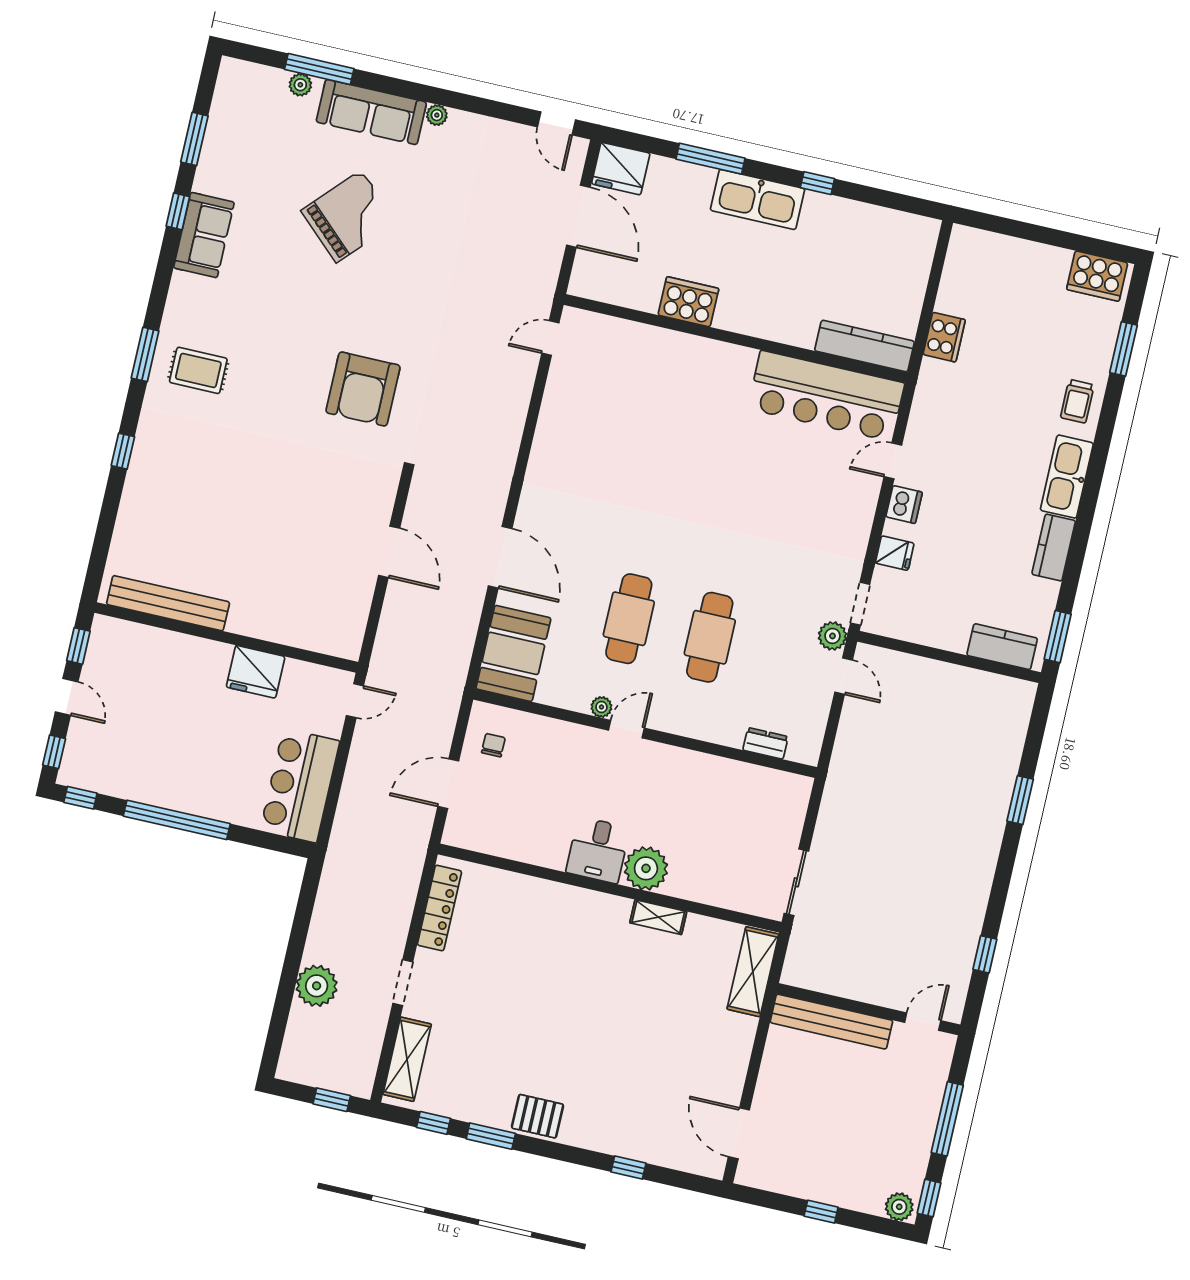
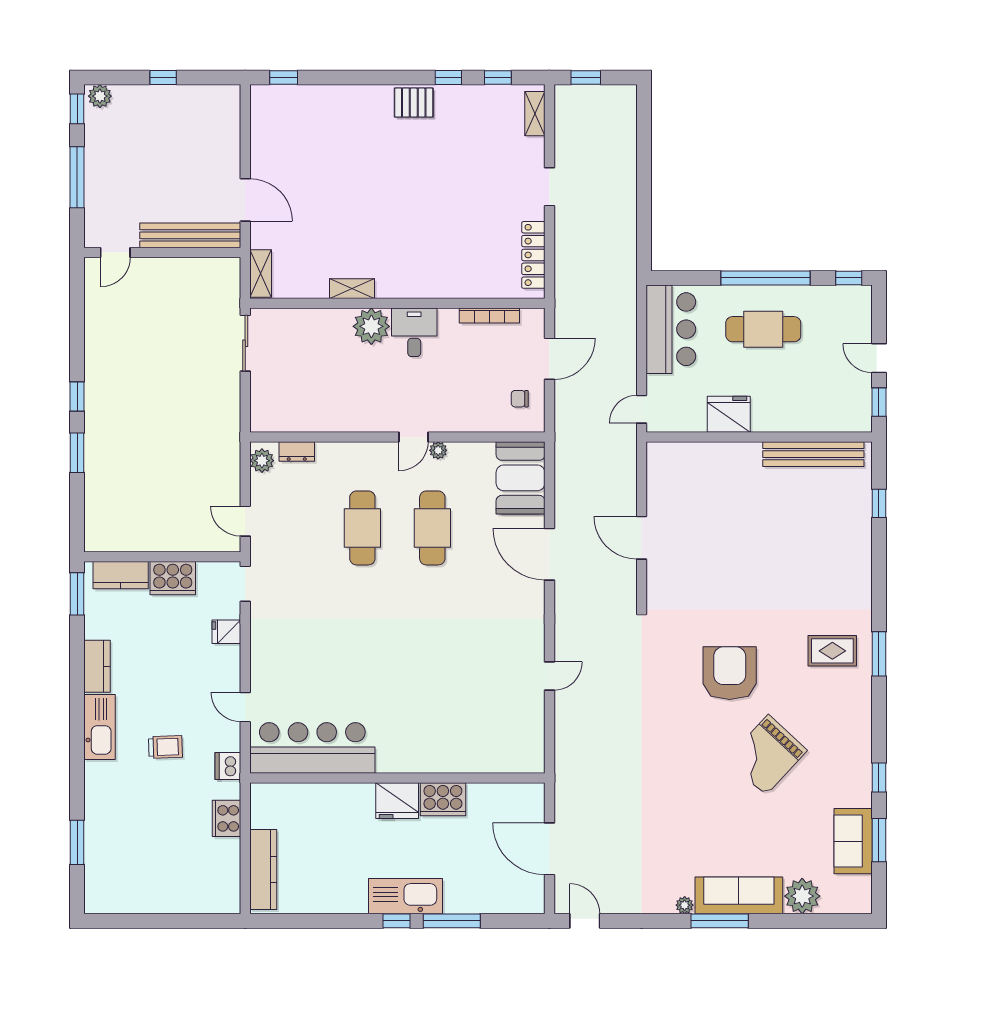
window: (319, 69) -> (720, 921), moved
plant: (300, 85) -> (802, 896), width x1.88, depth x1.88
fridge: (621, 169) -> (397, 801), moved, turned 180
window: (817, 183) -> (397, 921), moved
grand piano: (349, 216) -> (767, 755), moved
sofa: (204, 235) -> (853, 841), moved
cooker: (1097, 276) -> (173, 578), moved, turned 180
door: (550, 338) -> (549, 676), moved
kitchen counter: (864, 346) -> (263, 870), moved, turned -90
armchair: (363, 389) -> (730, 673), moved
trolley: (1077, 401) -> (165, 747), moved, turned 88
window: (123, 451) -> (879, 503), moved
door: (893, 461) -> (245, 707), swing flipped
dishwasher: (904, 505) -> (228, 766), moved
plant: (832, 636) -> (262, 461), moved
chair: (493, 745) -> (520, 399), turned 90
window: (54, 752) -> (879, 311), removed
cafe table: (193, 761) -> (763, 329), added
bookcase: (506, 850) -> (489, 316), added
window: (985, 954) -> (77, 396), moved
shelving: (753, 972) -> (261, 274), width x0.67, depth x0.75
plant: (317, 986) -> (620, 168), removed
shelving: (407, 1059) -> (535, 114), width x0.67, depth x0.75
door: (739, 1133) -> (245, 200), moved
window: (491, 1136) -> (448, 77), width x0.67
window: (628, 1168) -> (284, 77), moved

